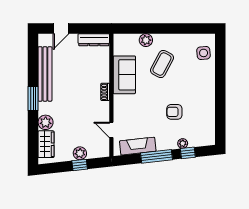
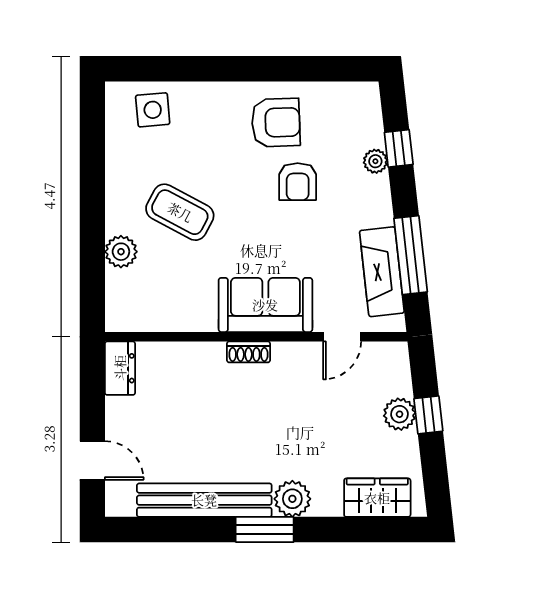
dresser: (94, 40) -> (120, 368), width x0.70
sofa: (124, 75) -> (265, 305), moved
armchair: (198, 103) -> (276, 123), added
plant: (46, 122) -> (292, 499), moved
window: (157, 156) -> (411, 255), moved

